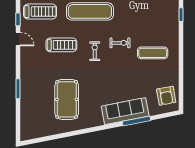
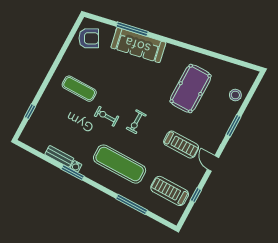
door: (18, 39) -> (213, 163), moved
treadmill: (61, 45) -> (181, 145), moved, turned 180
armchair: (166, 96) -> (89, 38), turned 72
stool: (29, 113) -> (235, 95), added

